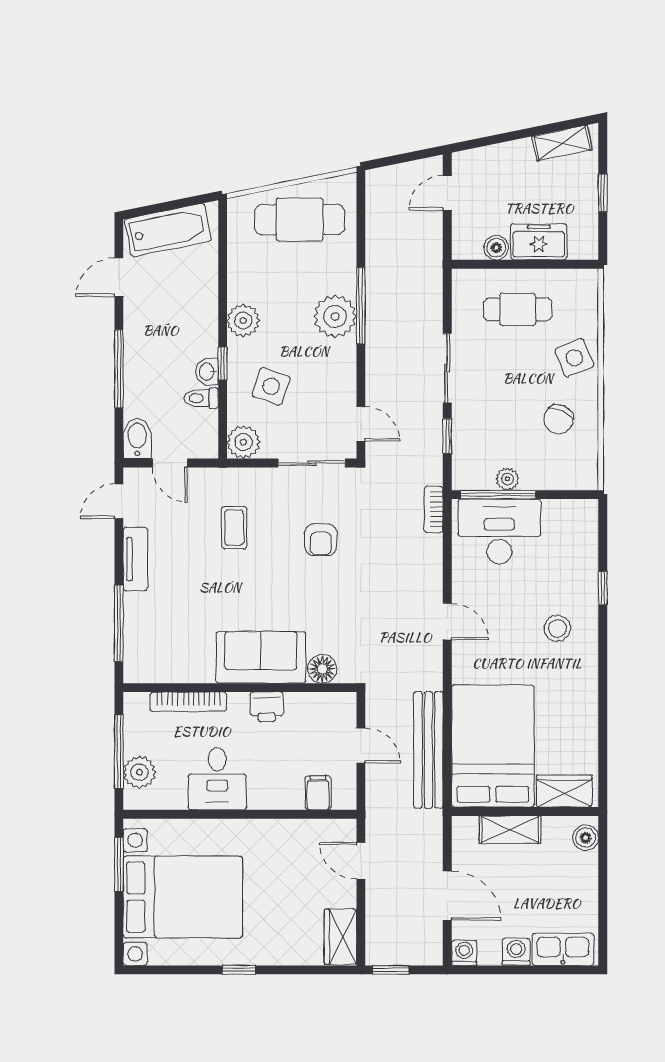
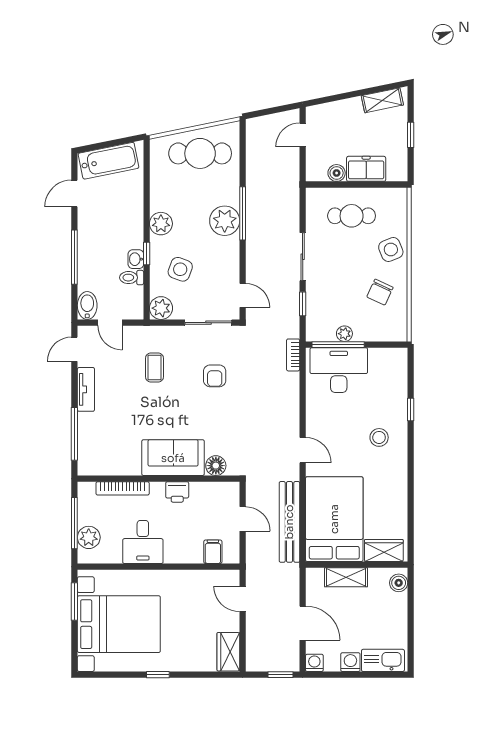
door: (447, 622) -> (303, 450), moved
window: (391, 970) -> (280, 675), moved

